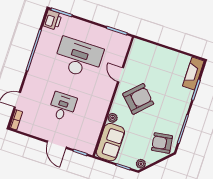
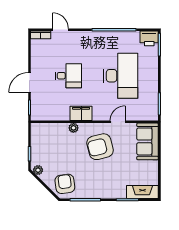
armchair: (138, 99) -> (100, 147), turned 121
filing cabinet: (101, 106) -> (81, 113), added
sofa: (110, 142) -> (148, 141), moved, turned 90

